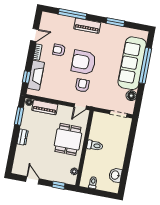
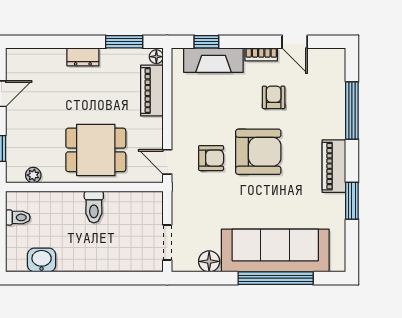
piano: (87, 26) -> (334, 166), moved
armchair: (84, 62) -> (258, 152), turned 90

